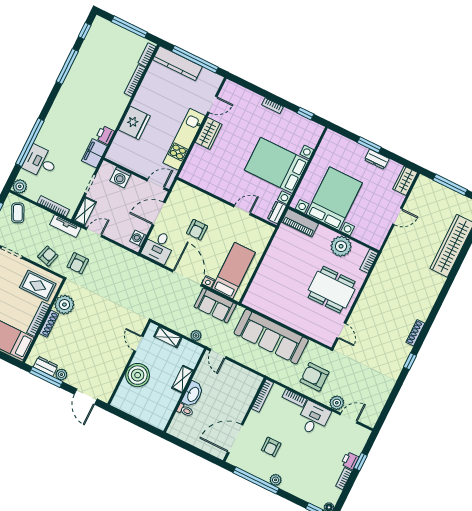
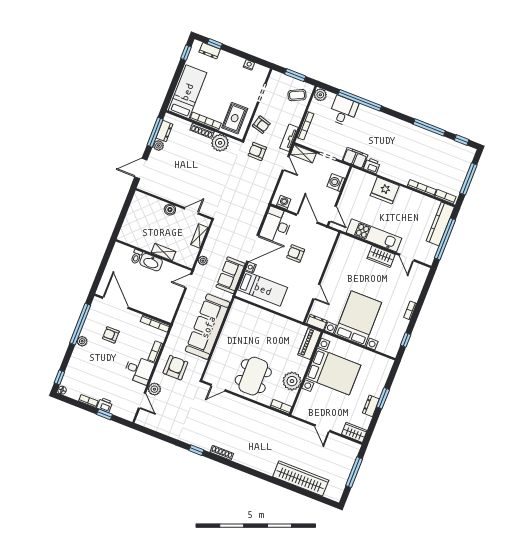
desk: (159, 247) -> (276, 225), width x1.37
boiler: (138, 375) -> (170, 210), width x0.54, depth x0.54

